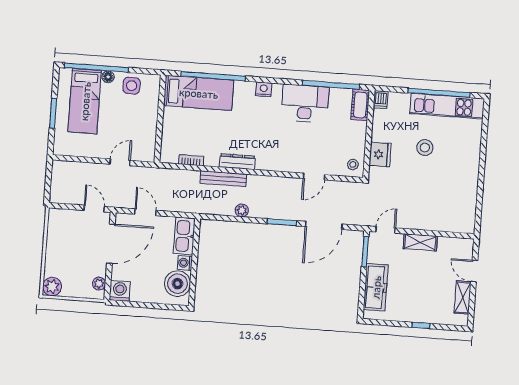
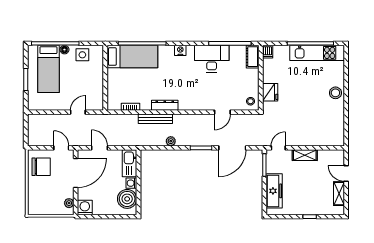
stool: (425, 148) -> (335, 93), moved
chair: (65, 232) -> (41, 167), added
plant: (52, 287) -> (34, 208), removed

